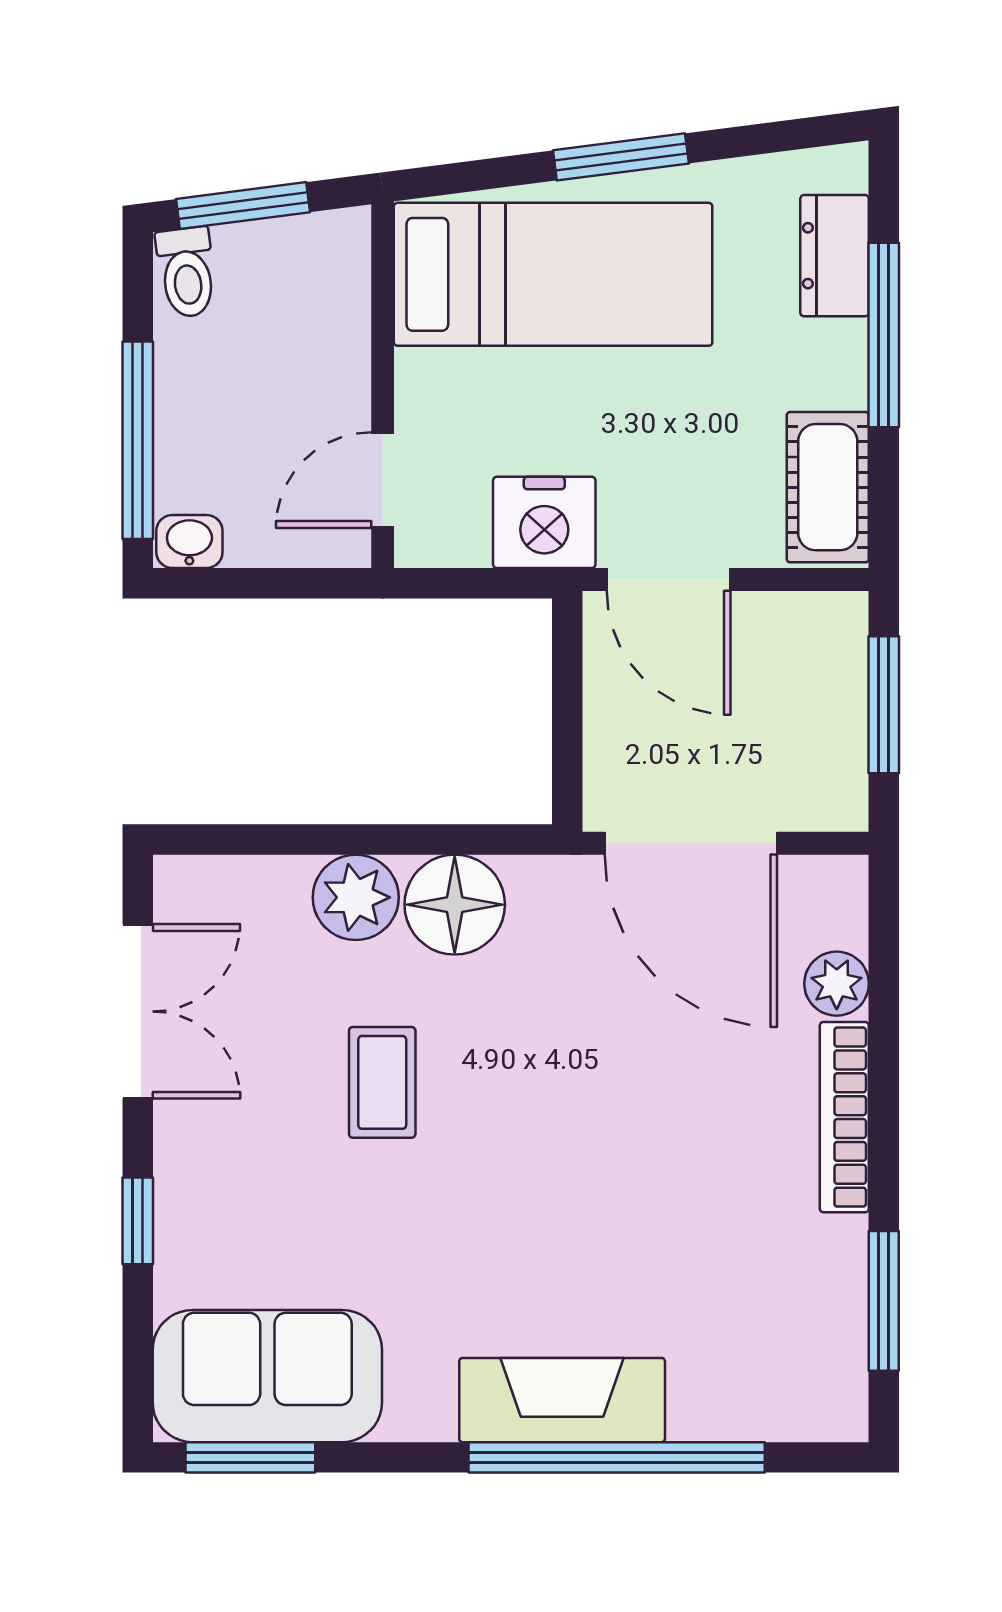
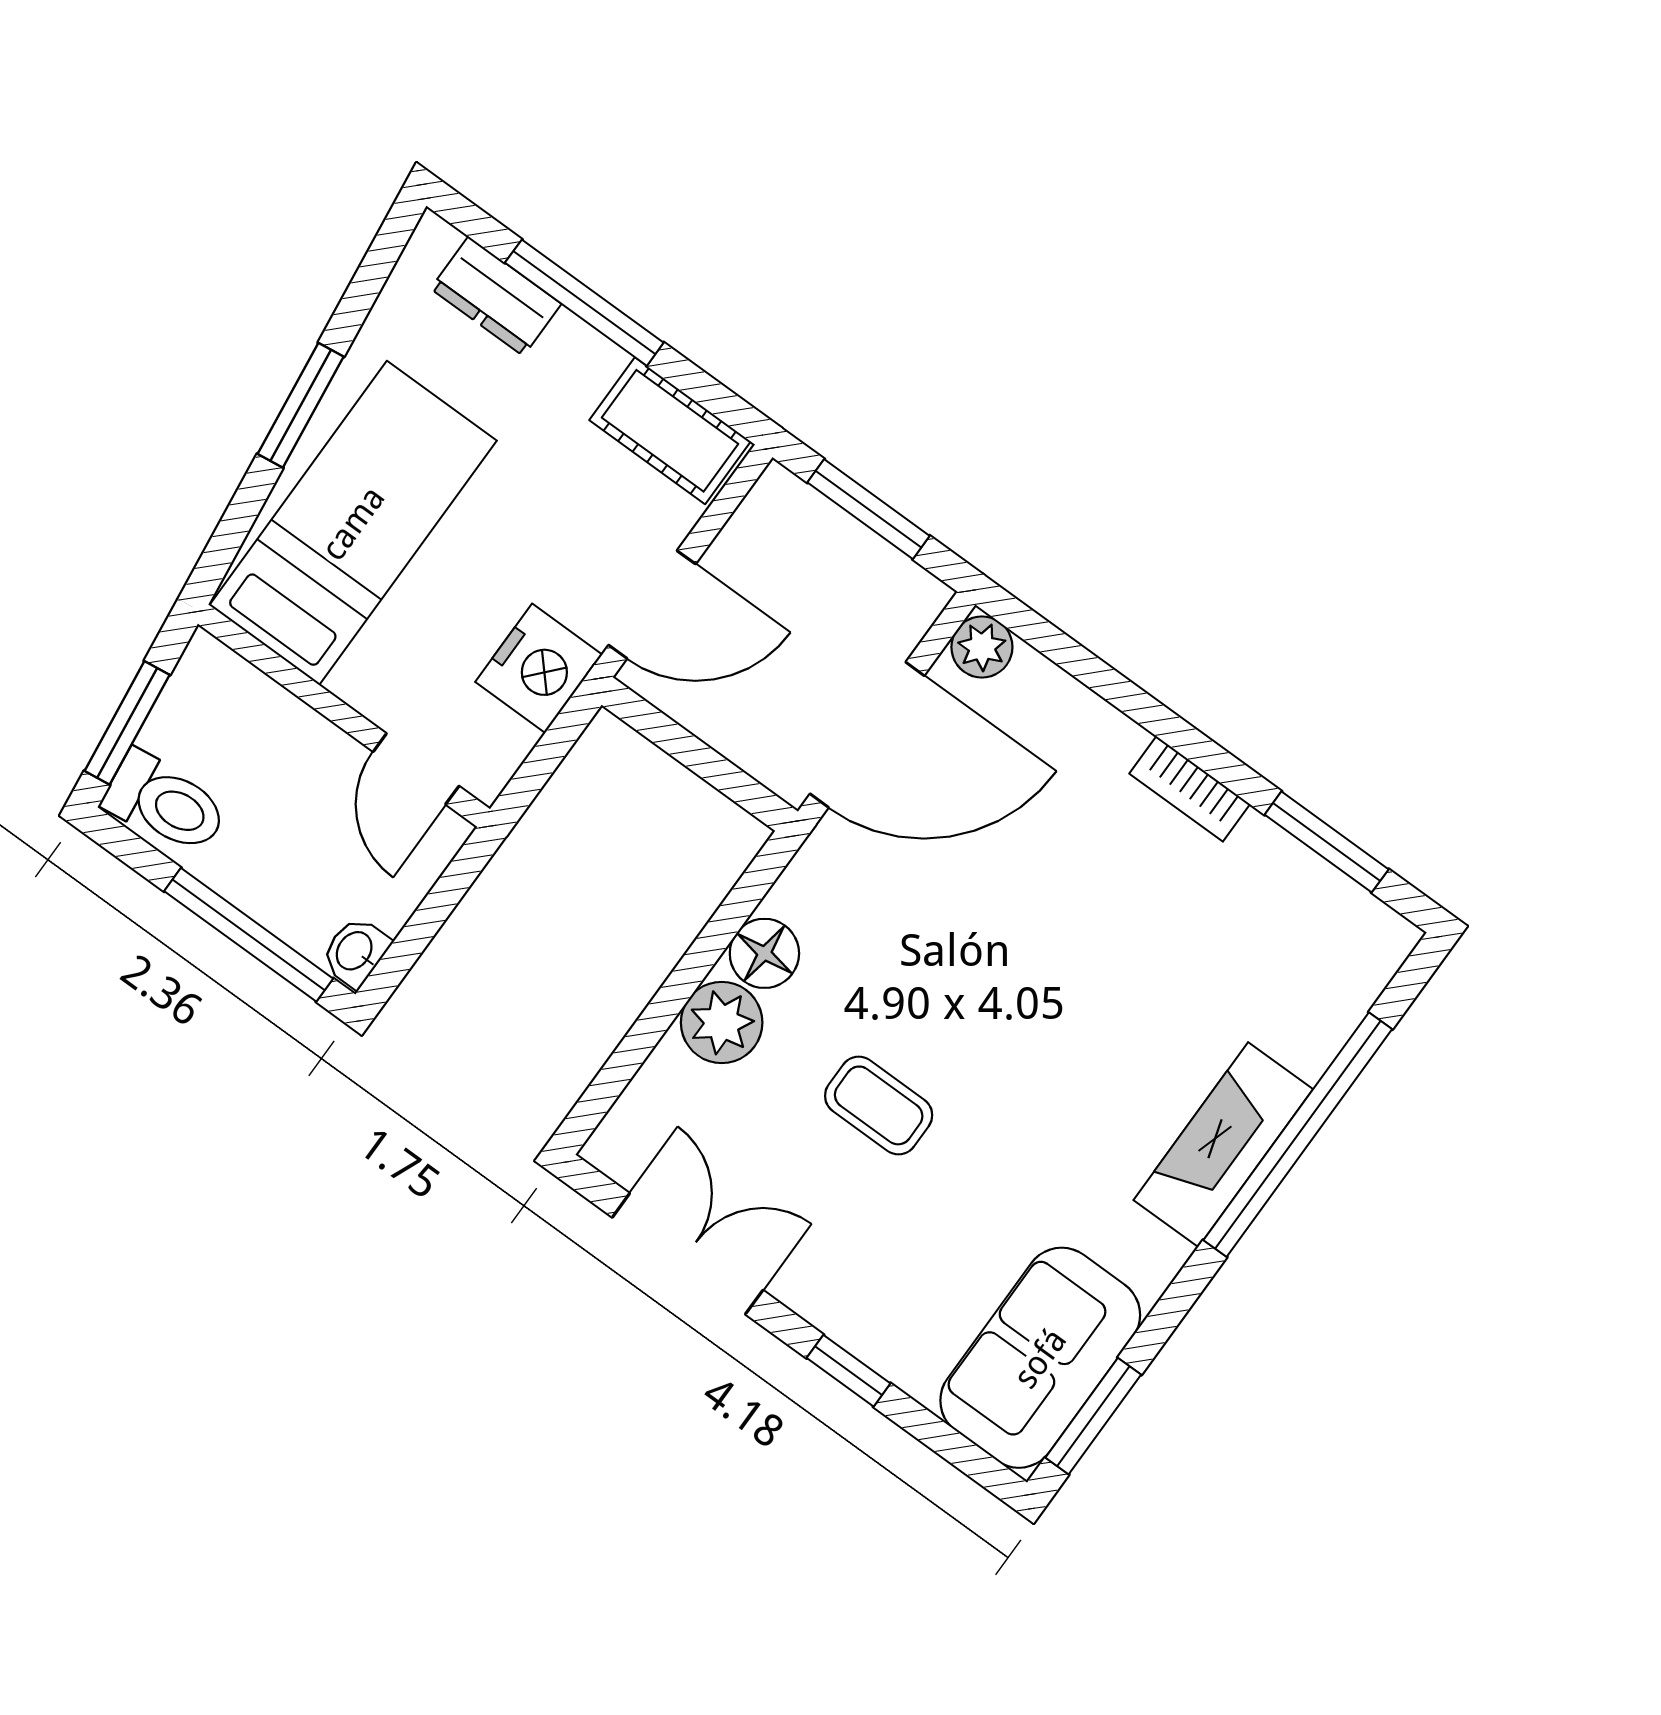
toilet: (187, 272) -> (166, 803), width x1.37, depth x1.39
floor lamp: (455, 905) -> (764, 953), width x0.73, depth x0.73
plant: (837, 984) -> (982, 647), moved
bookcase: (844, 1117) -> (1190, 789), width x0.64

